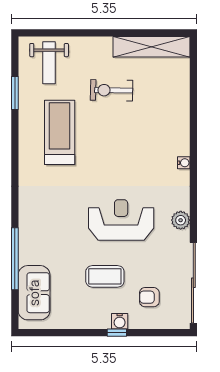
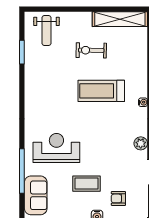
treadmill: (60, 132) -> (101, 91), moved, turned -90
reception desk: (121, 220) -> (56, 148), moved

